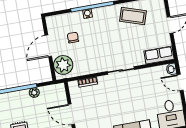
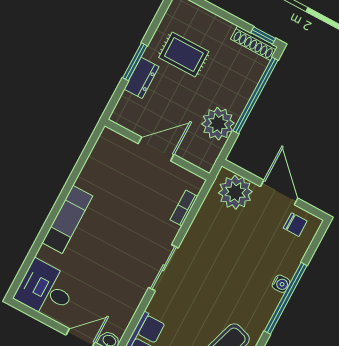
chair: (73, 38) -> (295, 225), moved
plant: (34, 93) -> (218, 124), width x1.88, depth x1.88

